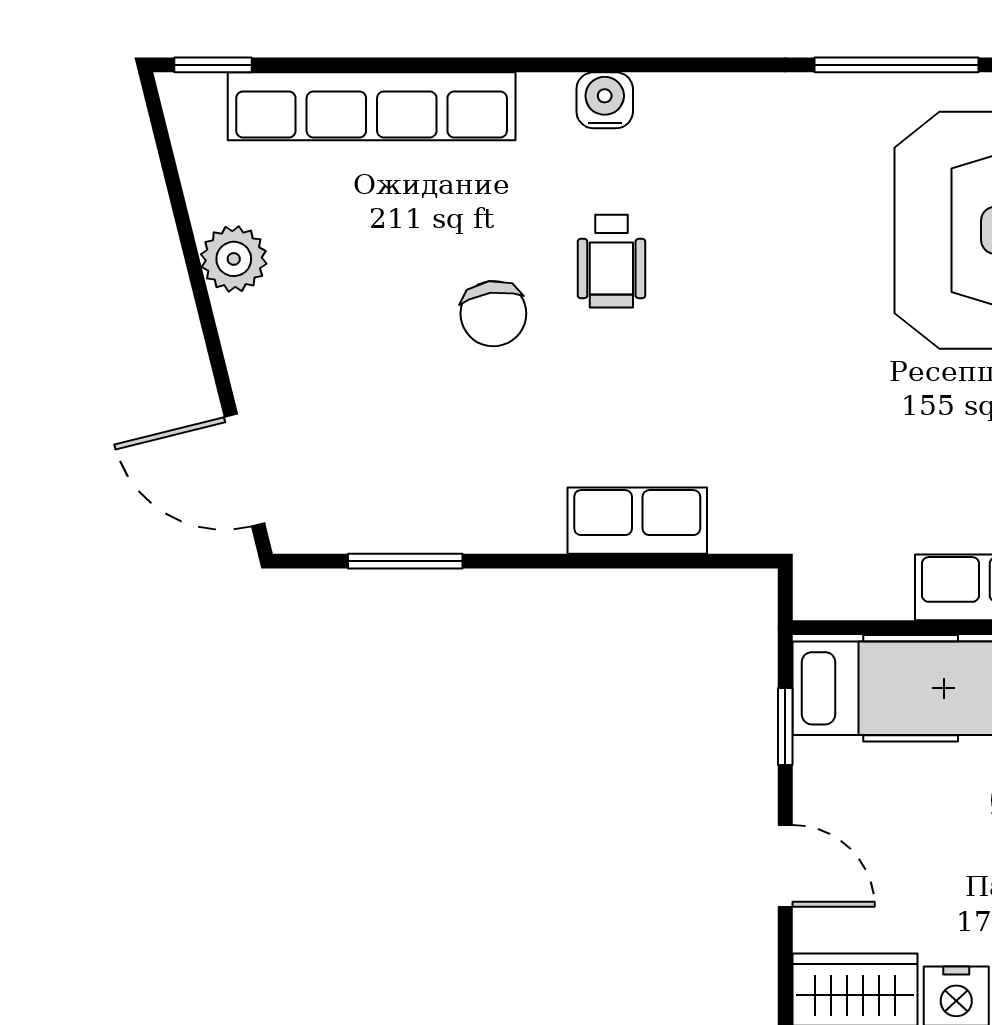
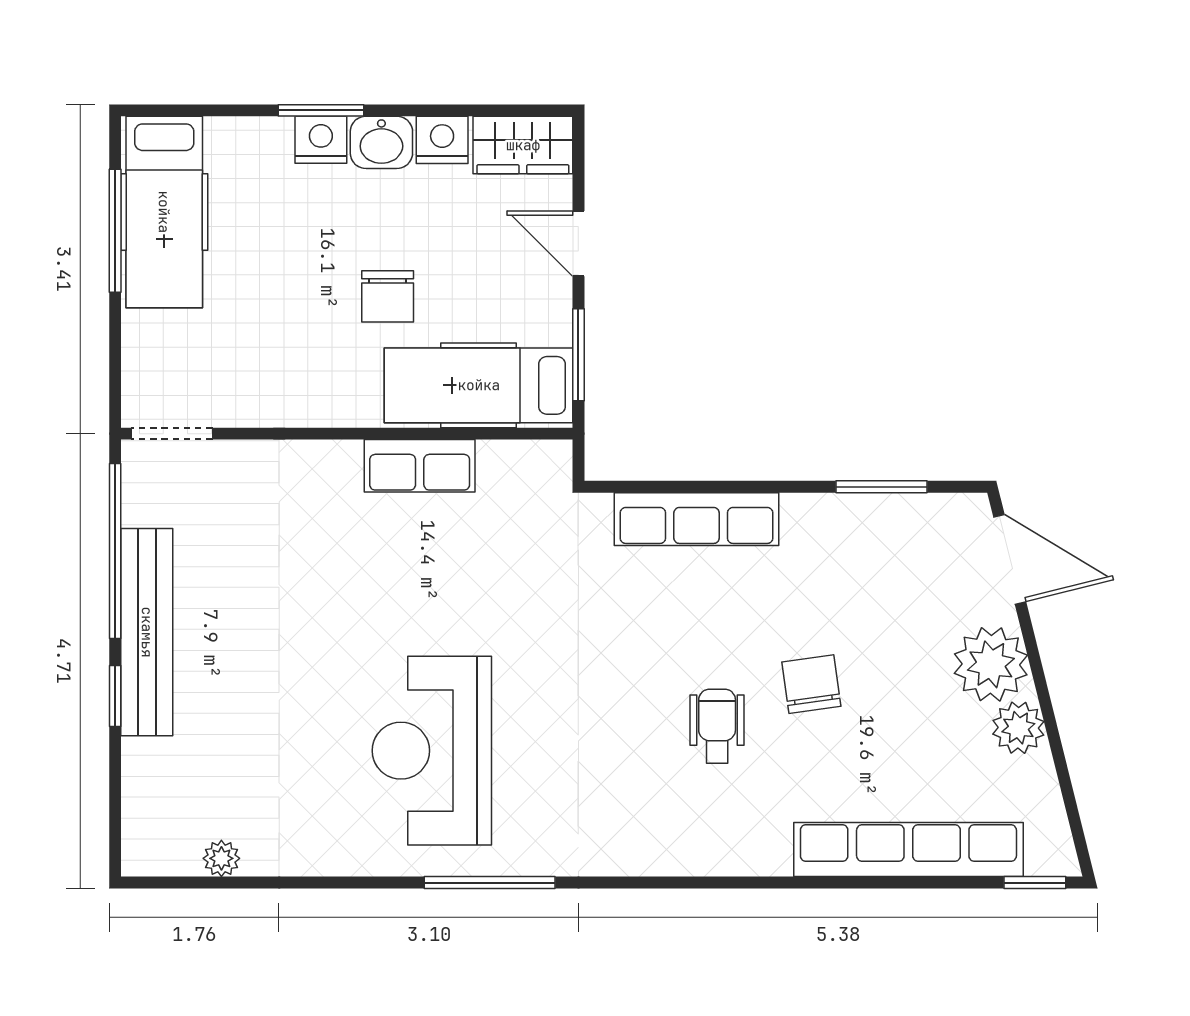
water cooler: (605, 100) -> (722, 854), removed
plant: (268, 339) -> (991, 664), added
row of seats: (637, 521) -> (697, 519), width x1.48
window: (785, 727) -> (578, 355), width x1.50

